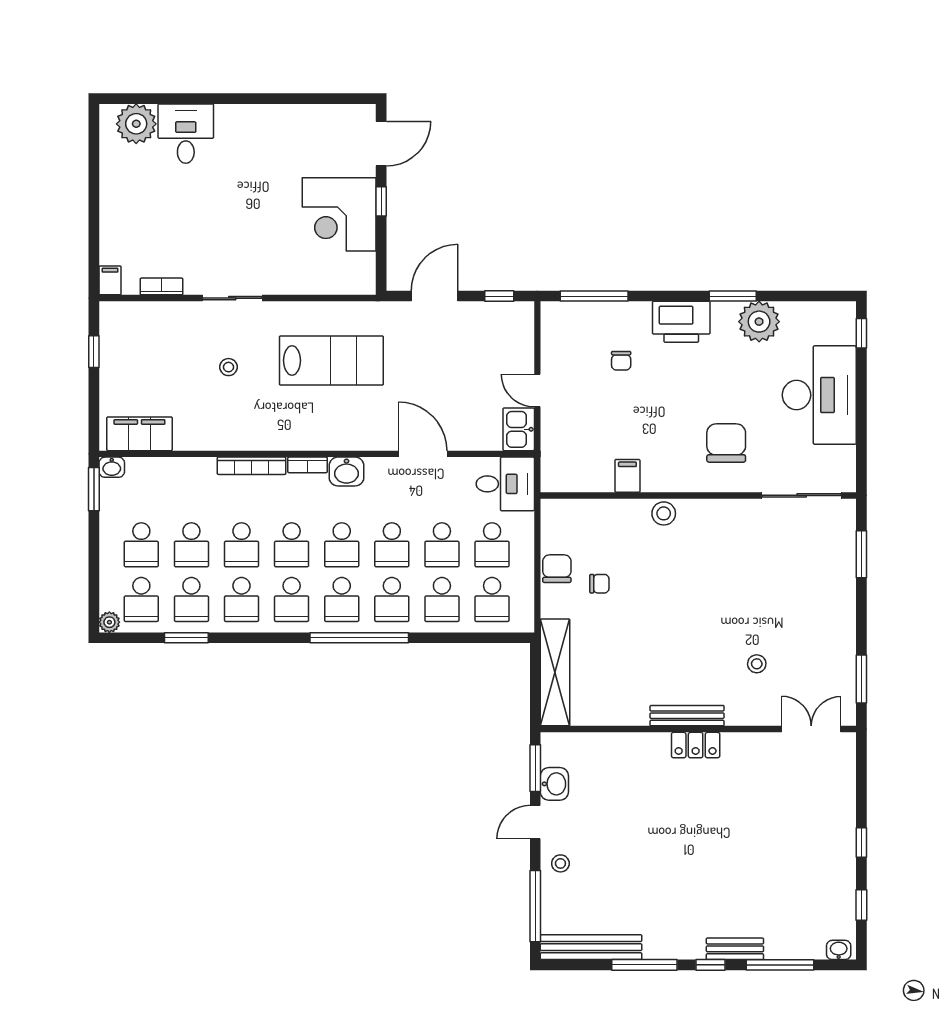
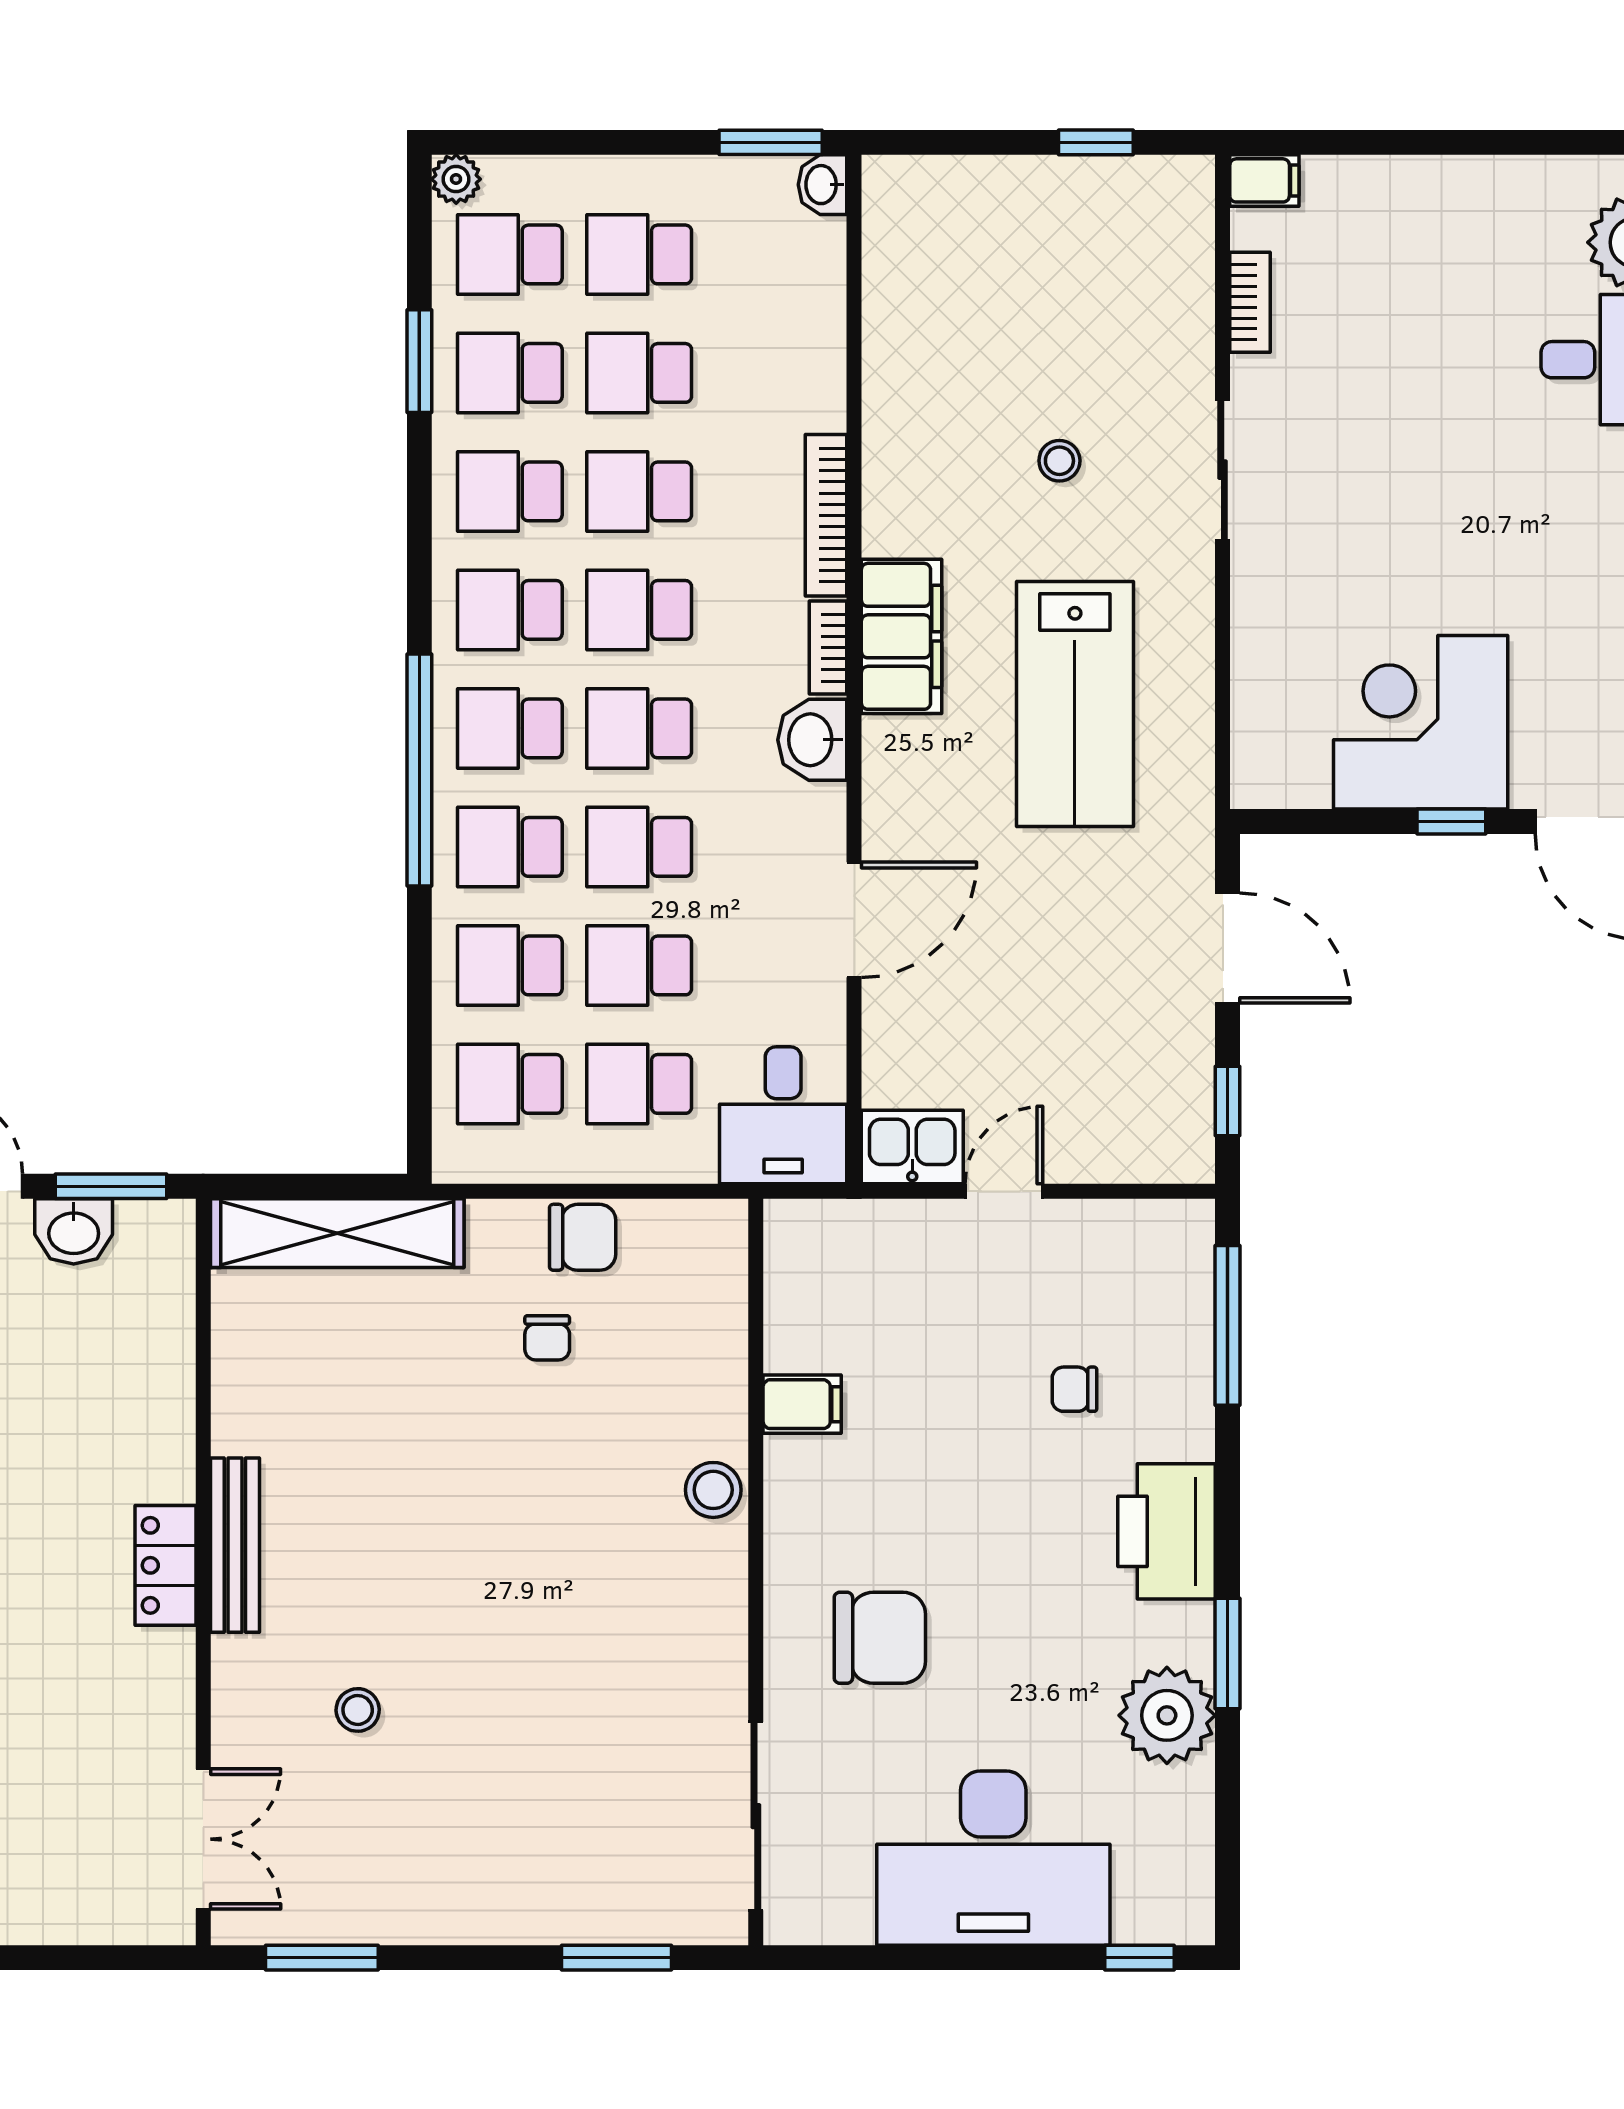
filing cabinet: (139, 434) -> (902, 636), moved

